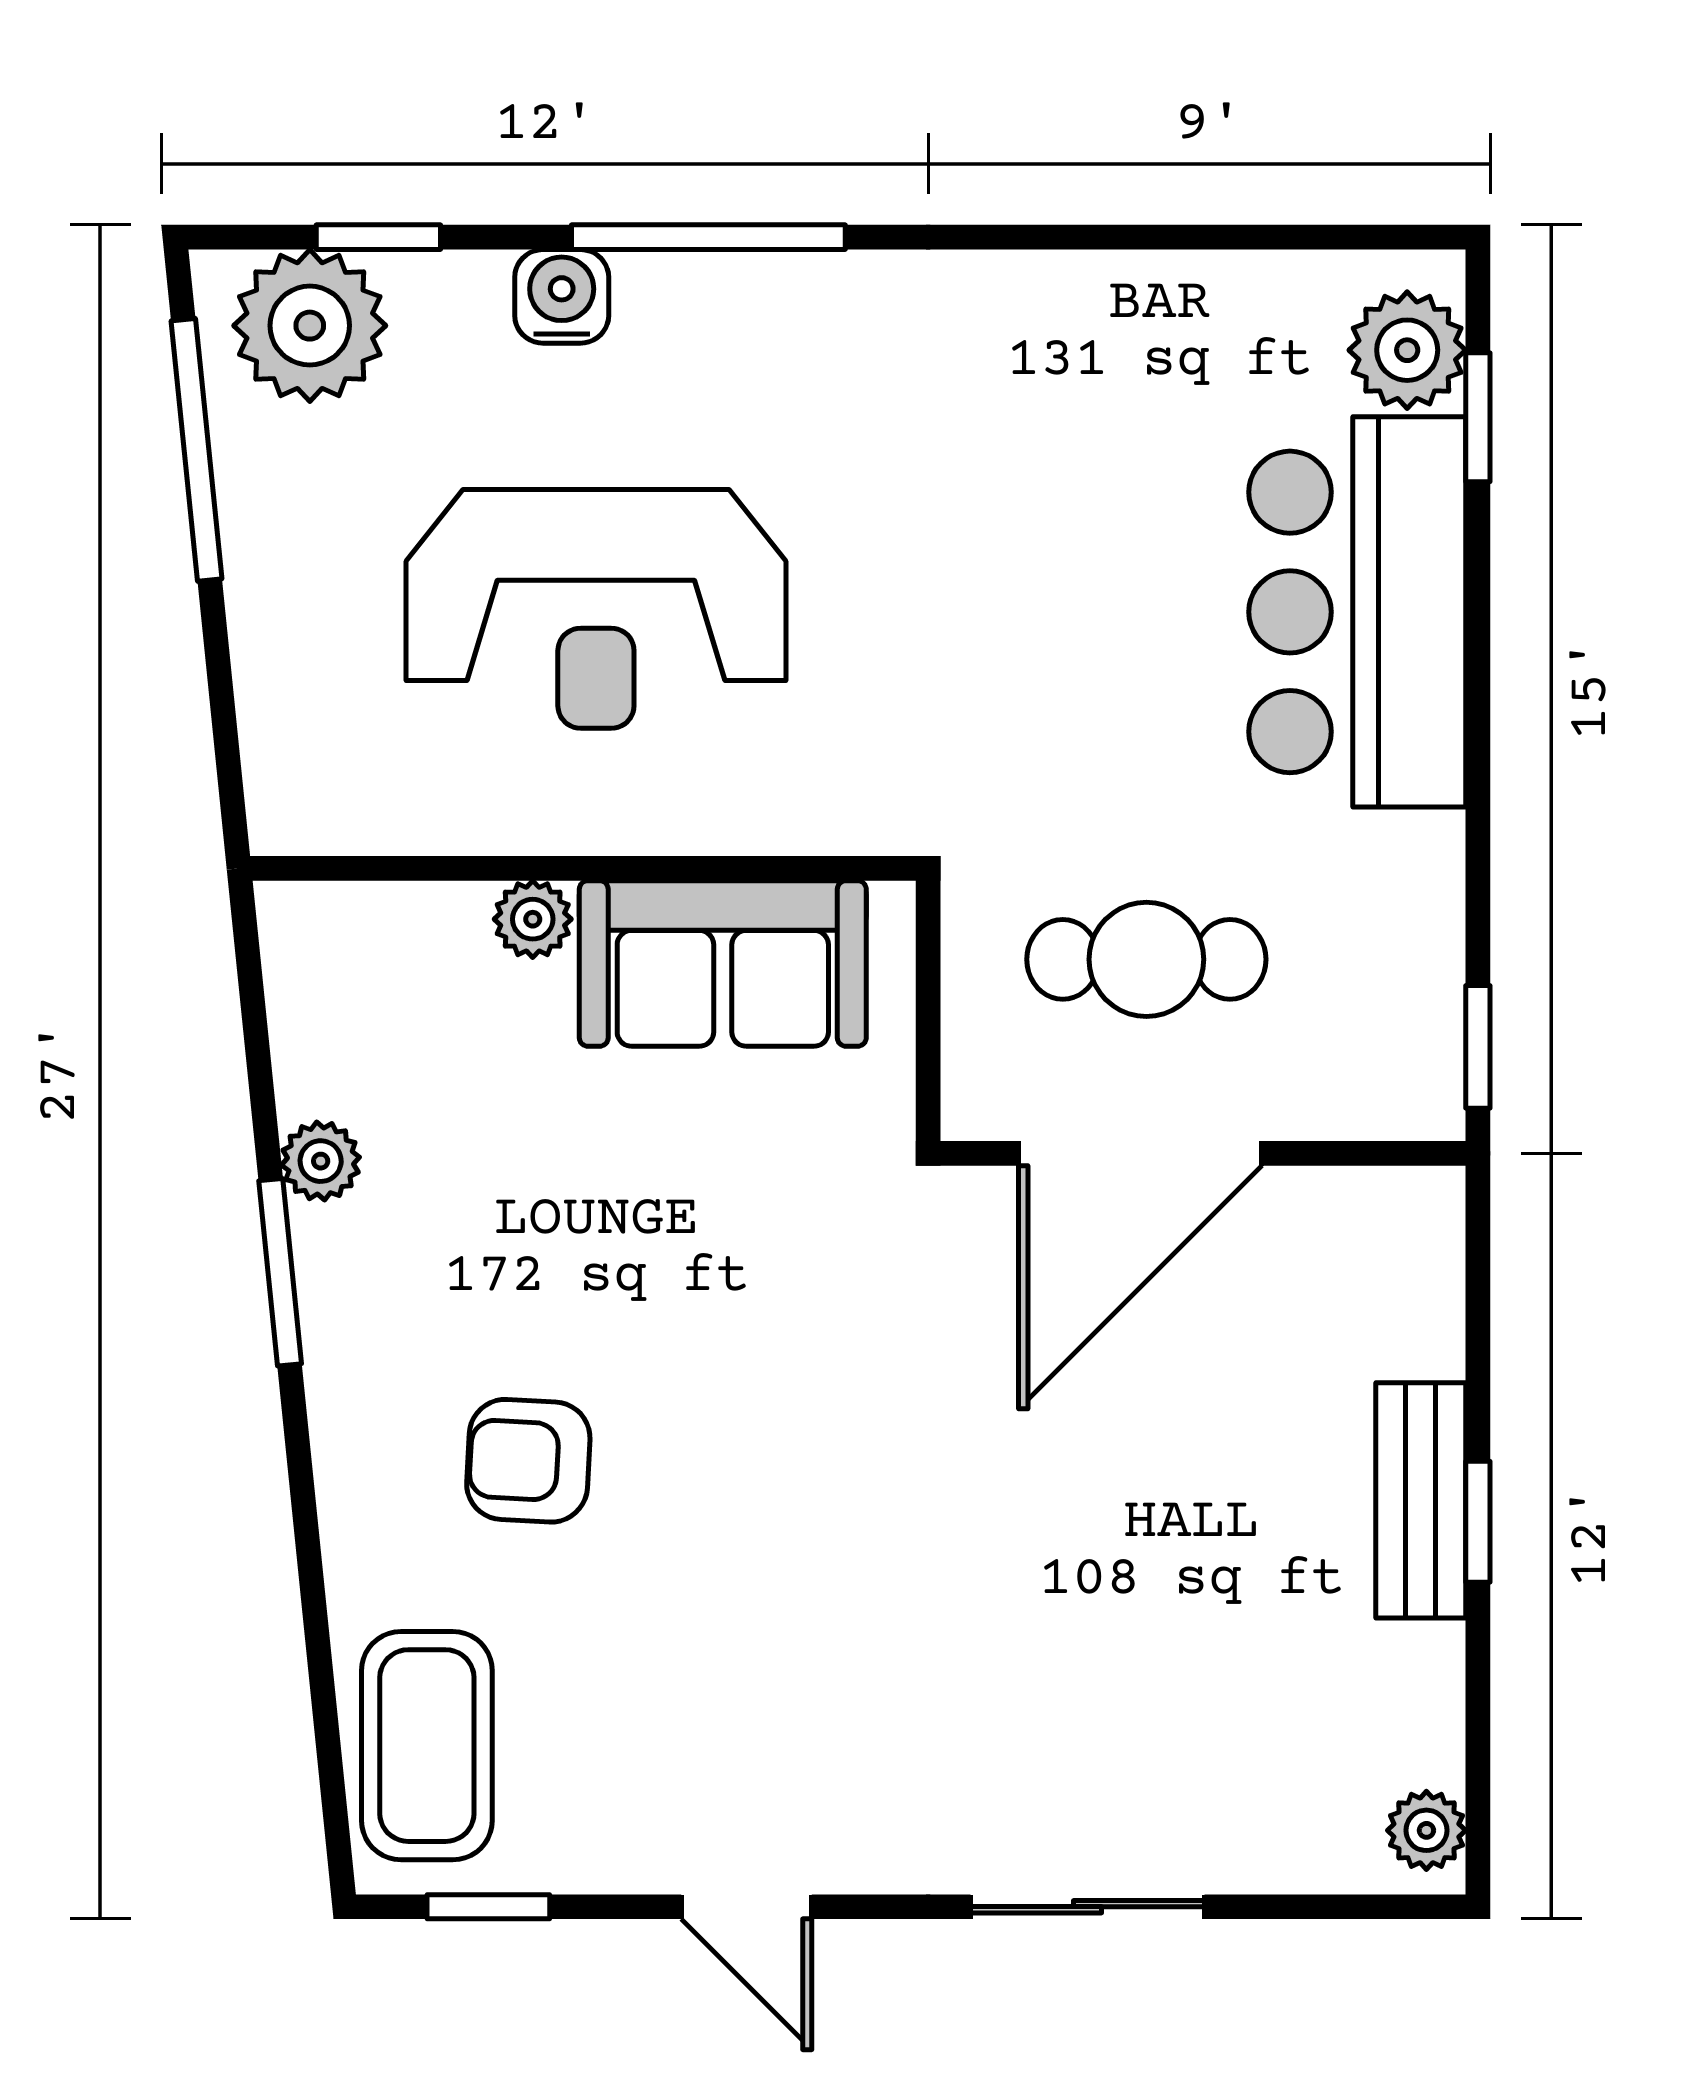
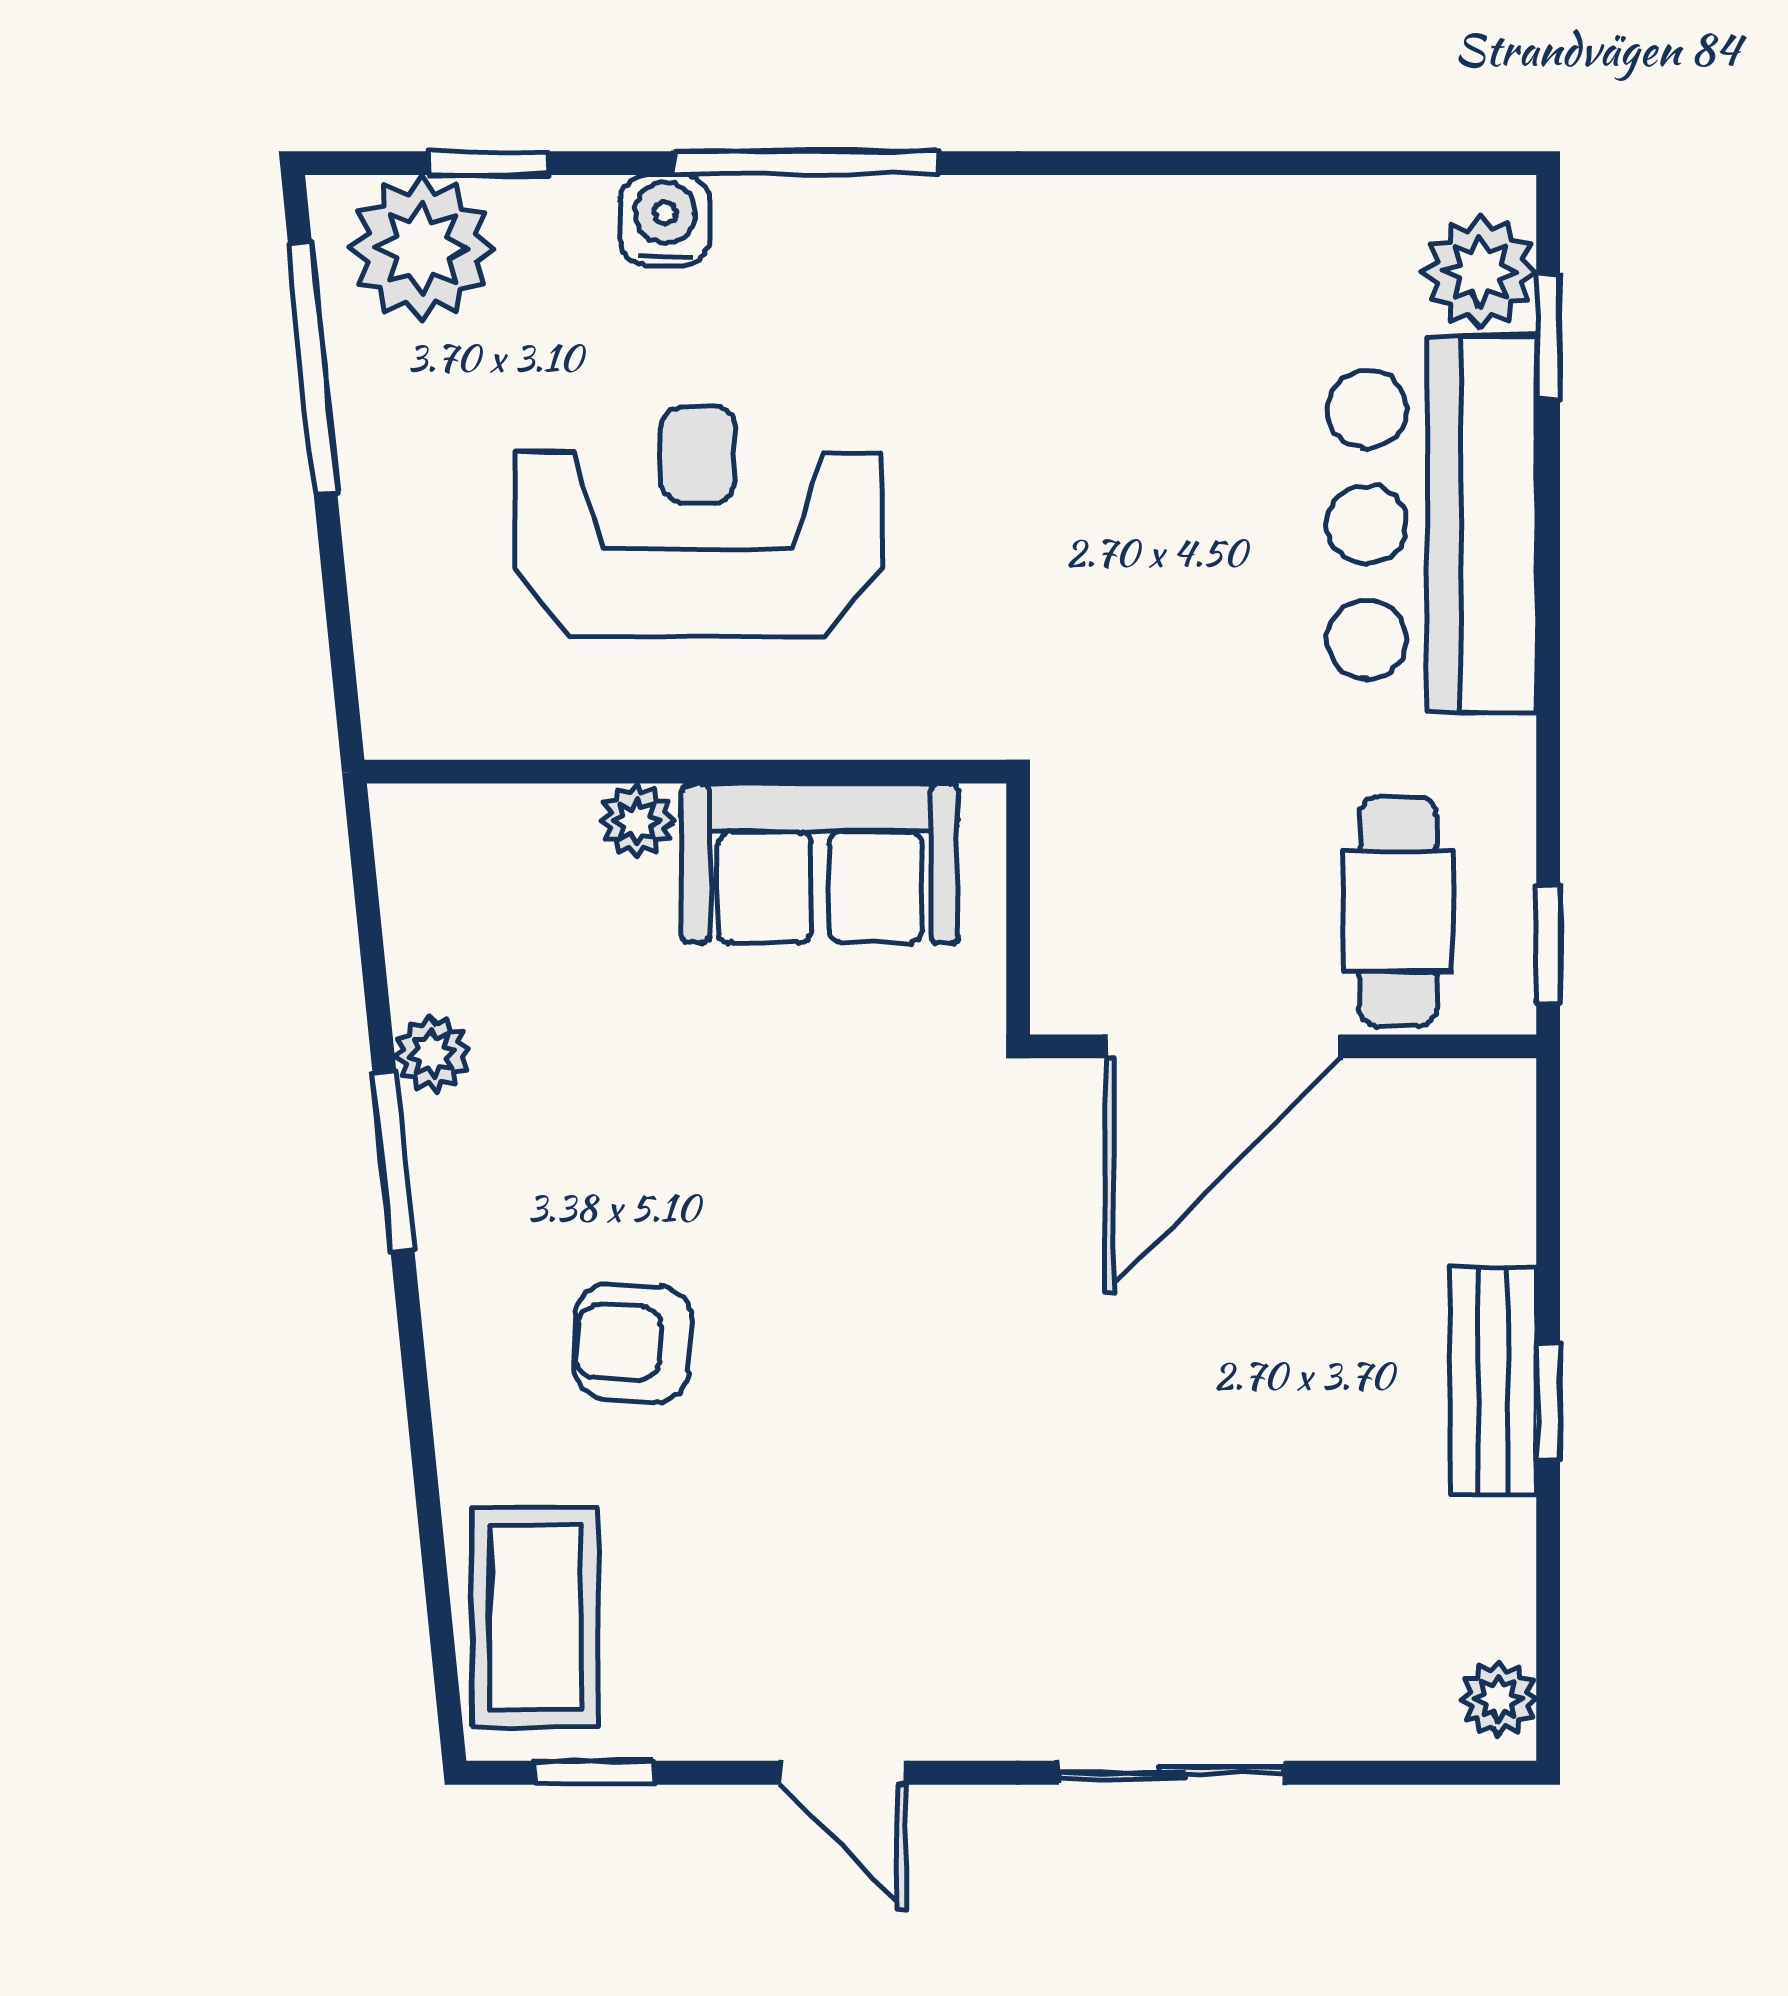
reception desk: (596, 609) -> (698, 521), turned 180
cafe table: (1146, 959) -> (1398, 911), moved, turned 90

